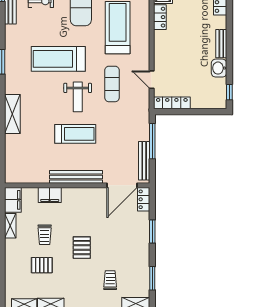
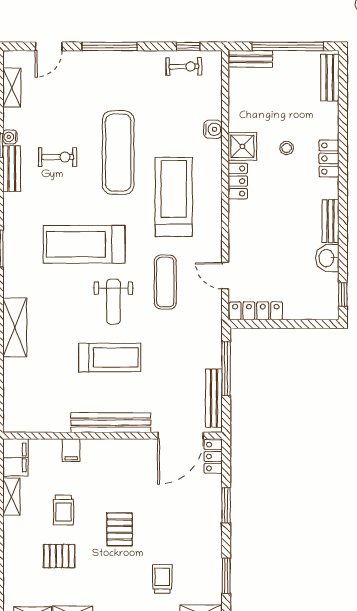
filing cabinet: (50, 195) -> (71, 450), width x0.50

